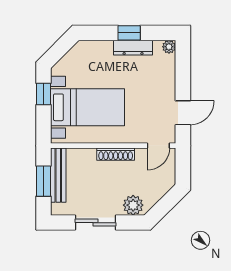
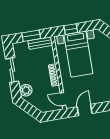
window: (43, 94) -> (71, 29), moved
door: (183, 113) -> (85, 110), swing flipped
bench: (58, 175) -> (40, 43), width x0.73

